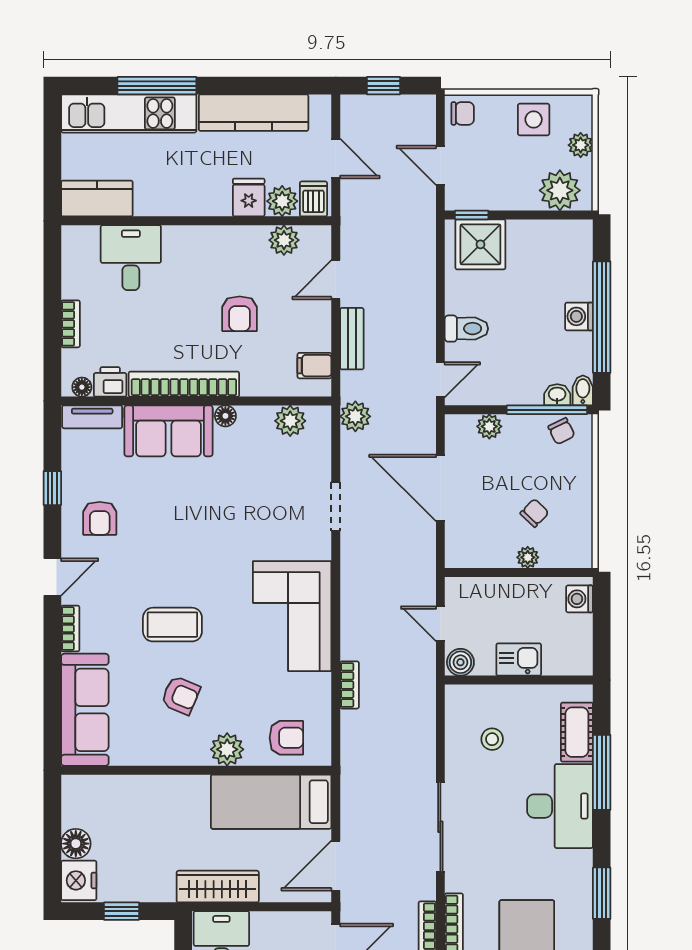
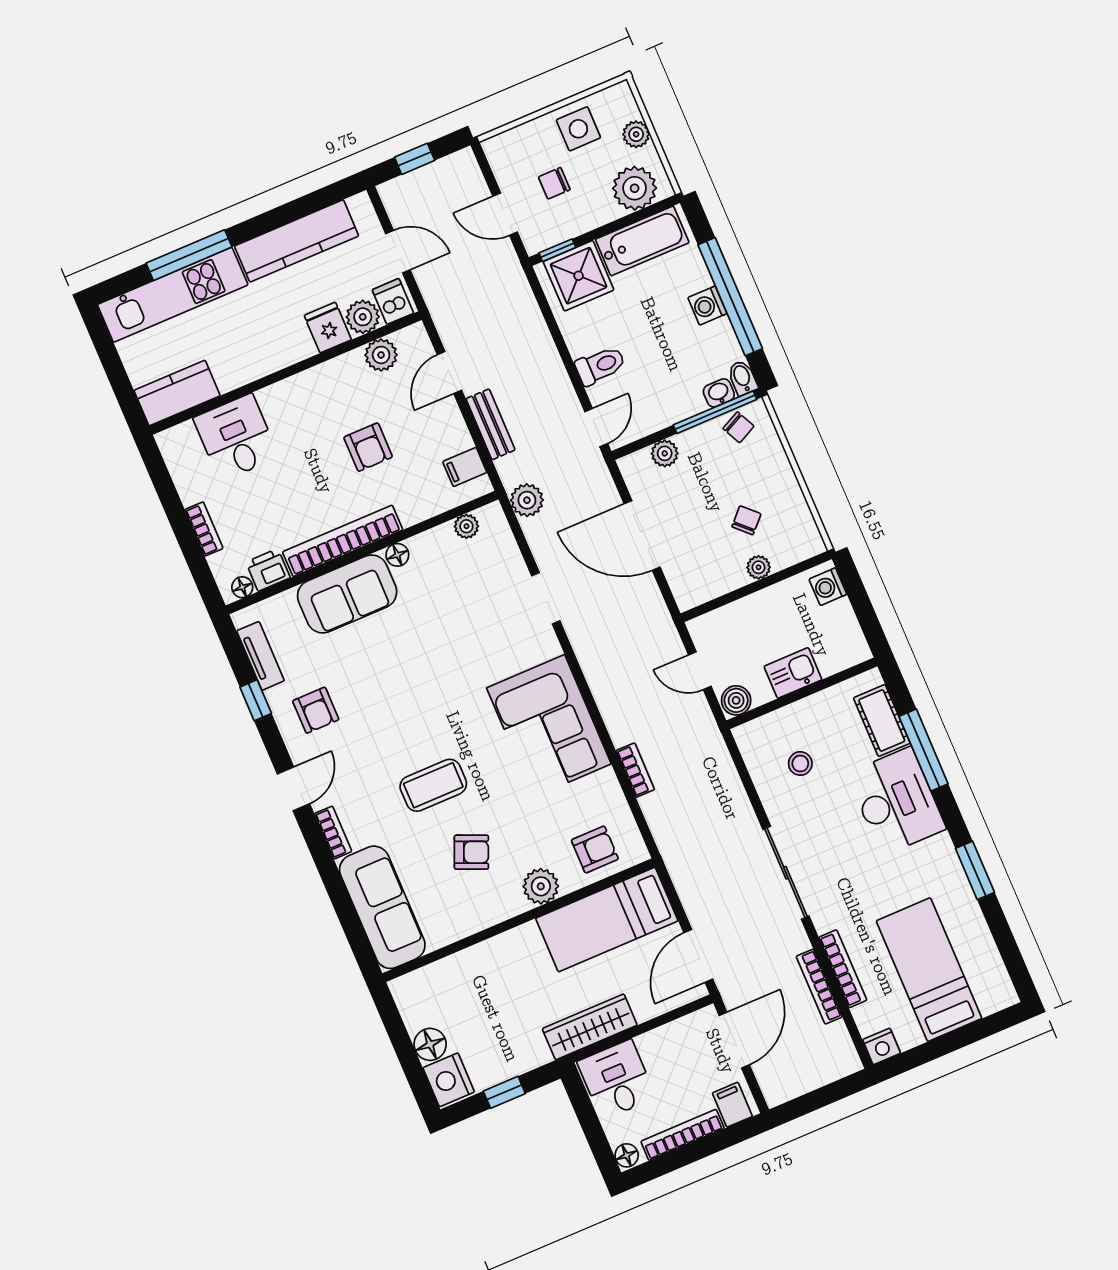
chair: (463, 113) -> (554, 183), moved, turned 180
bathtub: (547, 238) -> (642, 241), added
tv unit: (92, 417) -> (260, 656), moved, turned -90
plant: (290, 421) -> (466, 526), width x0.73, depth x0.73

